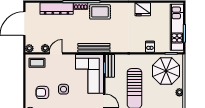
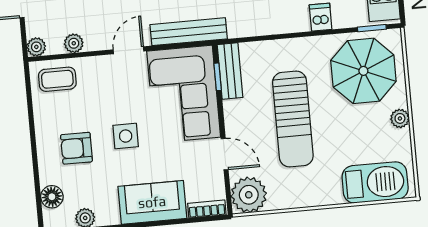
door: (56, 53) -> (128, 50), moved

